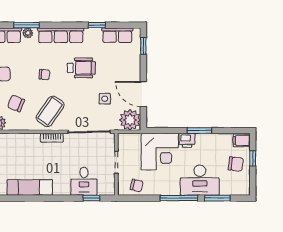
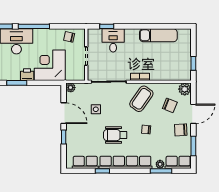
row of seats: (61, 35) -> (125, 162), width x1.36
window: (143, 46) -> (64, 137), moved
plant: (130, 120) -> (71, 88), width x0.53, depth x0.53

